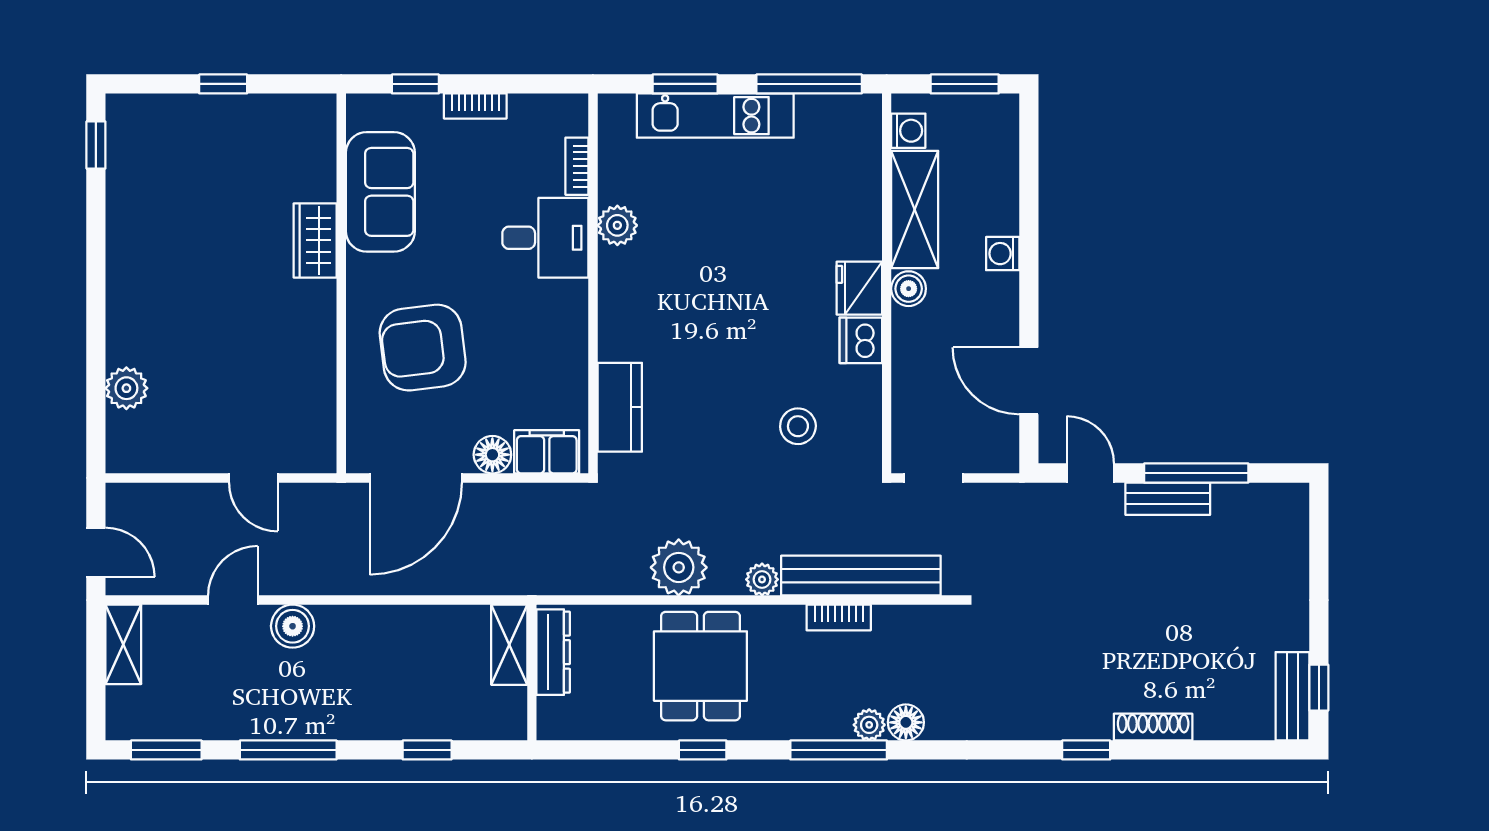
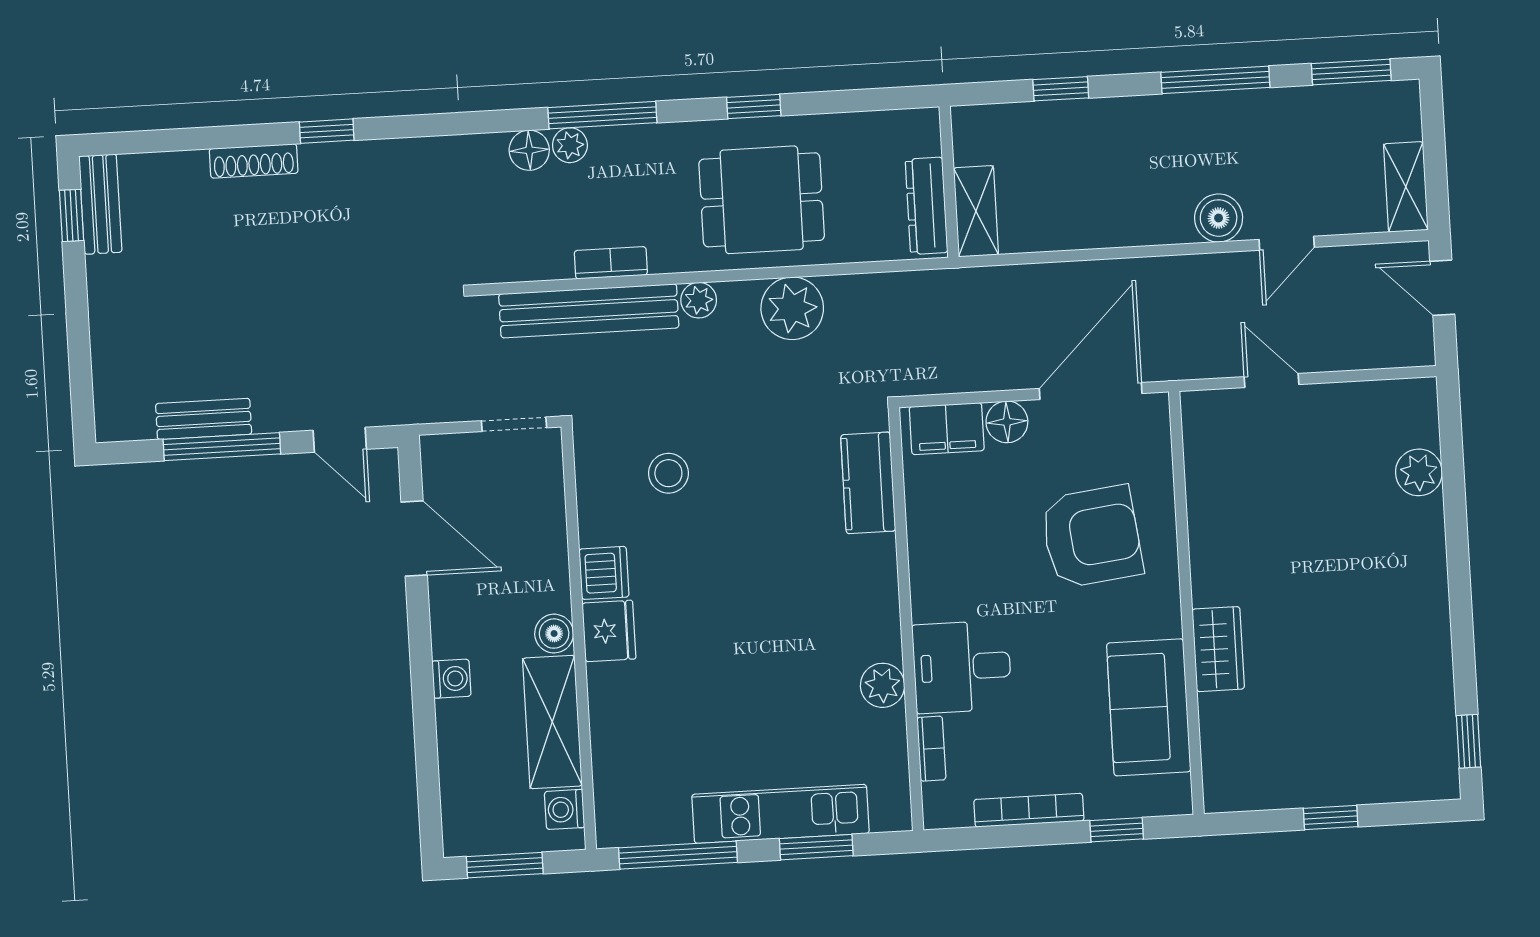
bookcase: (475, 106) -> (1029, 810), width x1.56
bench: (1168, 499) -> (204, 419), moved
dining table: (700, 666) -> (762, 200), turned 90

